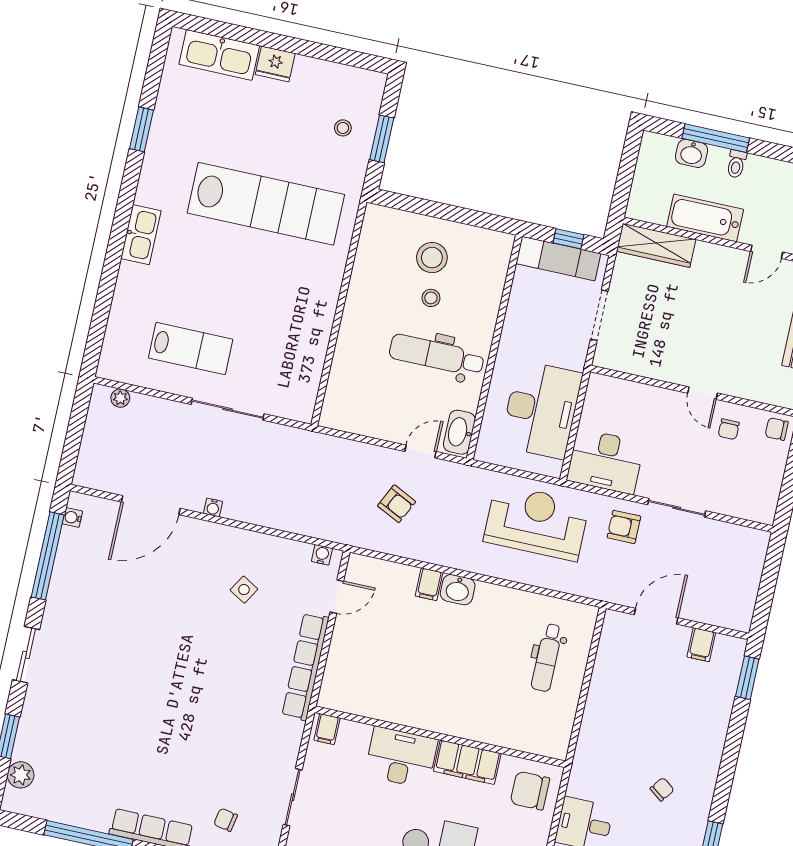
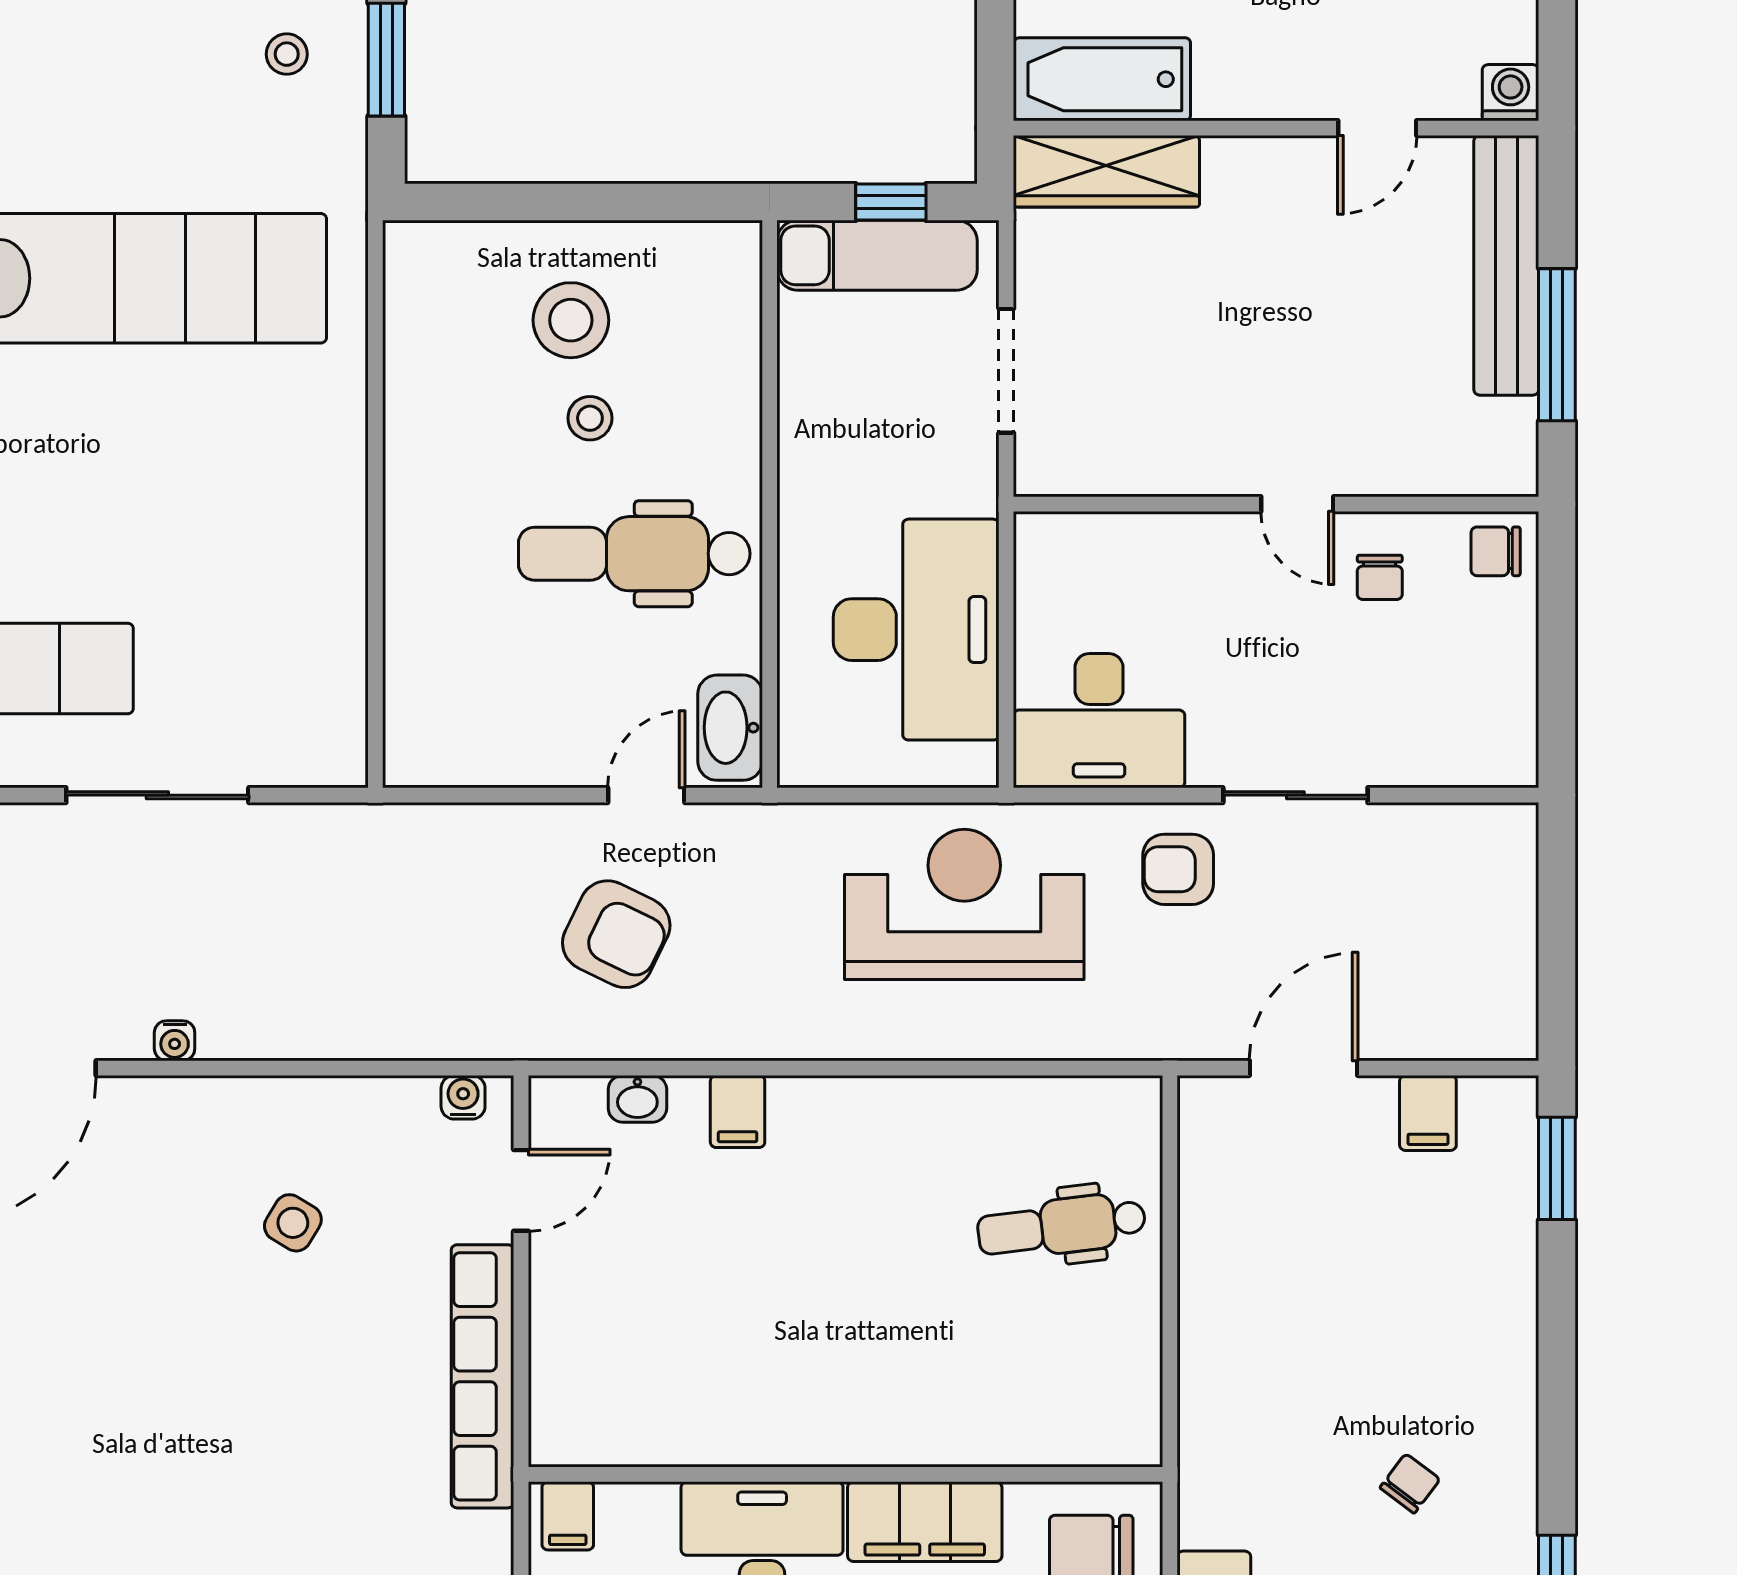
bathtub: (705, 218) -> (1102, 79), moved
armchair: (397, 504) -> (616, 934), width x1.38, depth x1.38
washbasin: (458, 590) -> (637, 1099), moved, width x0.72, depth x0.69
dental chair: (547, 658) -> (1062, 1226), turned 83

